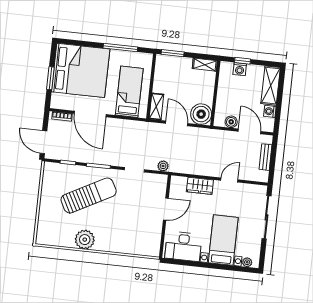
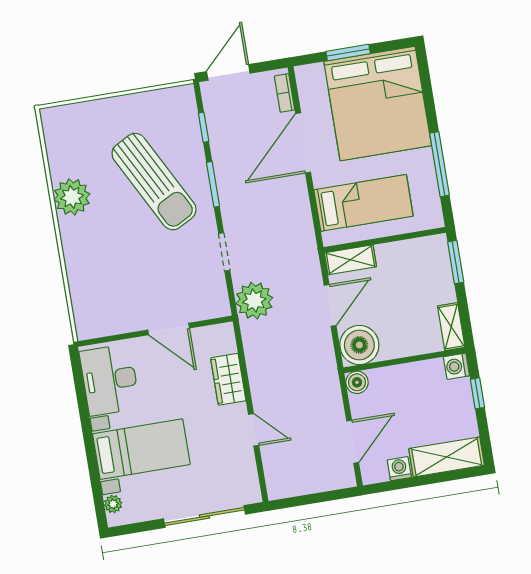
washing machine: (240, 69) -> (456, 366), moved
boiler: (231, 122) -> (357, 382), moved
bench: (266, 157) -> (314, 484), removed
plant: (163, 166) -> (254, 301), width x1.88, depth x1.88

